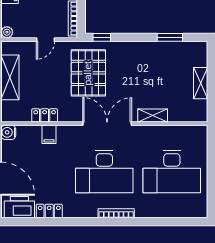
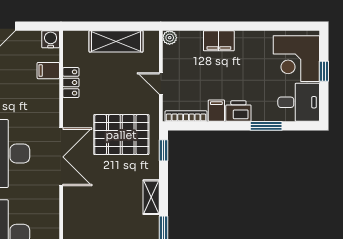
shelving: (153, 115) -> (151, 197), moved
filing cabinet: (49, 134) -> (48, 71), moved

